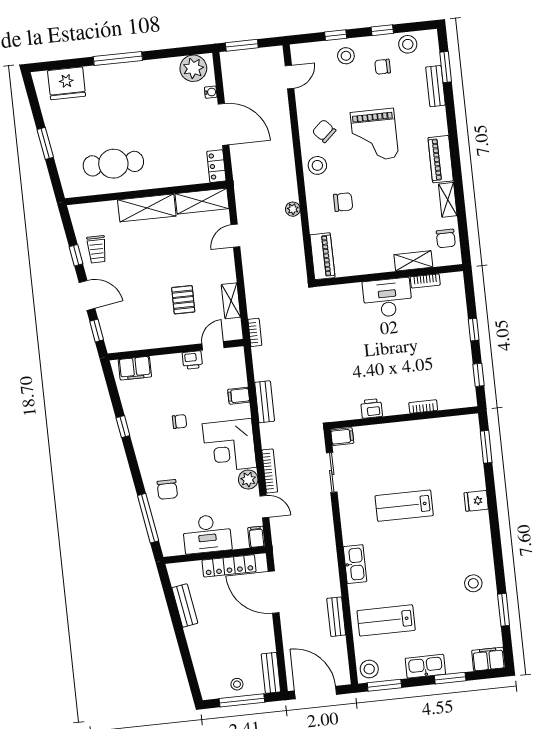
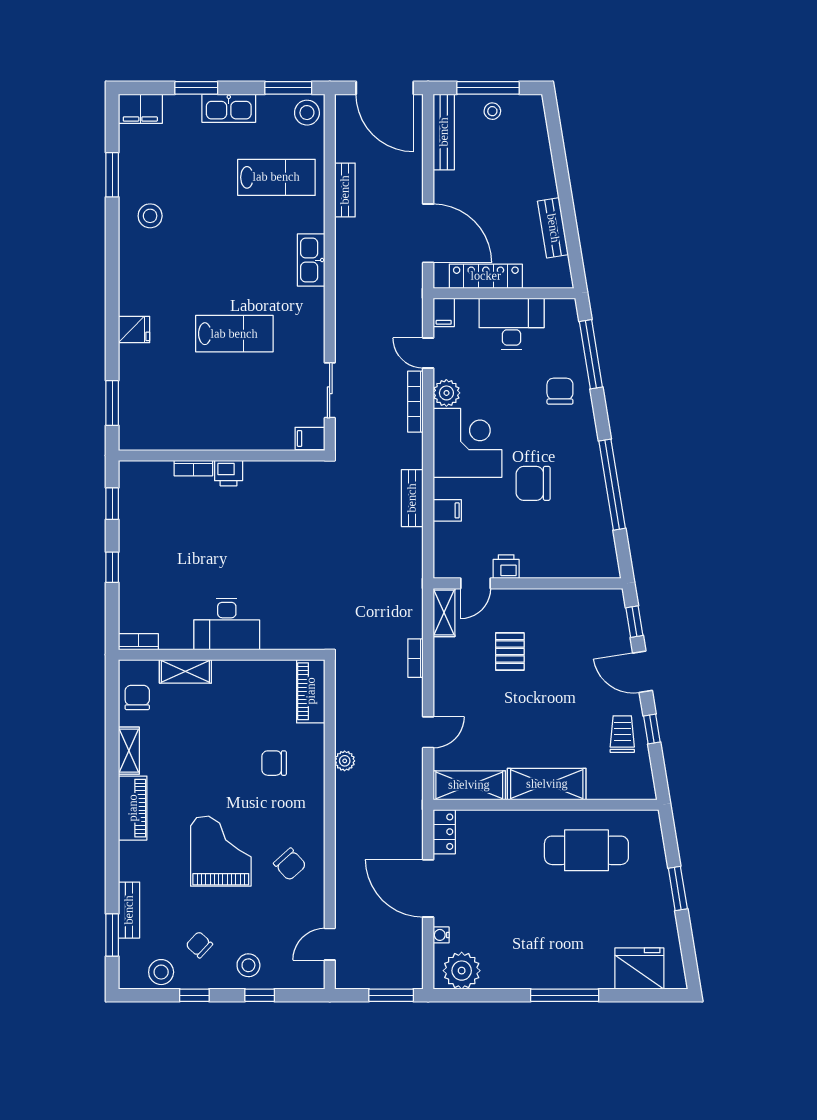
chair: (383, 67) -> (199, 945), turned -137
stool: (317, 165) -> (304, 818), removed
bookcase: (425, 281) -> (138, 642), moved
shelving: (231, 301) -> (444, 612), moved
bookcase: (255, 332) -> (415, 658), moved
filing cabinet: (135, 368) -> (587, 564), removed
printer: (371, 408) -> (229, 473), moved
chair: (179, 422) -> (533, 483), width x1.87, depth x1.87
window: (123, 427) -> (612, 485), width x3.17
bench: (271, 673) -> (444, 132), width x1.36

